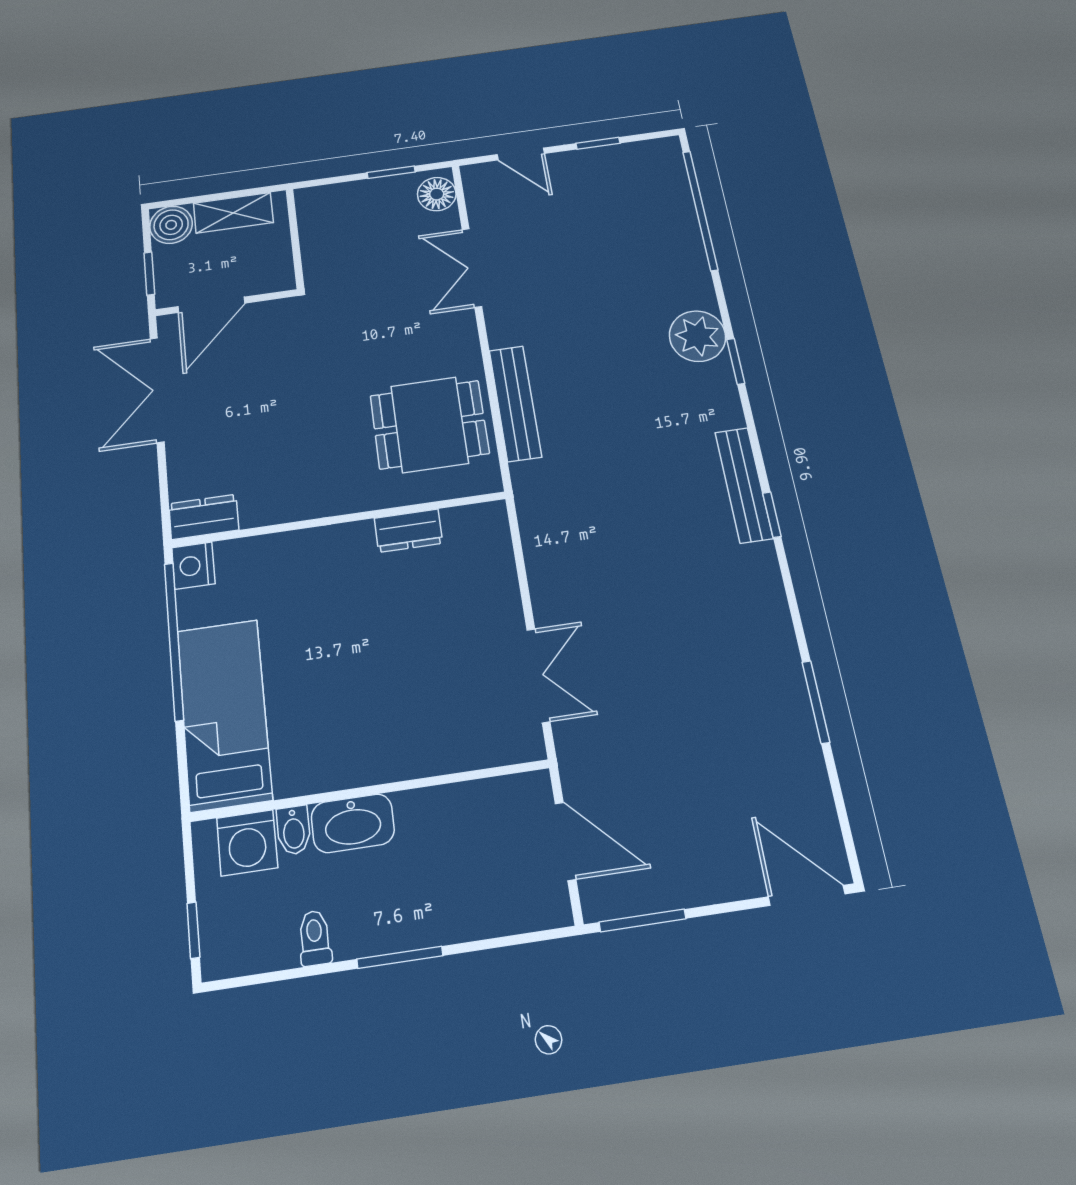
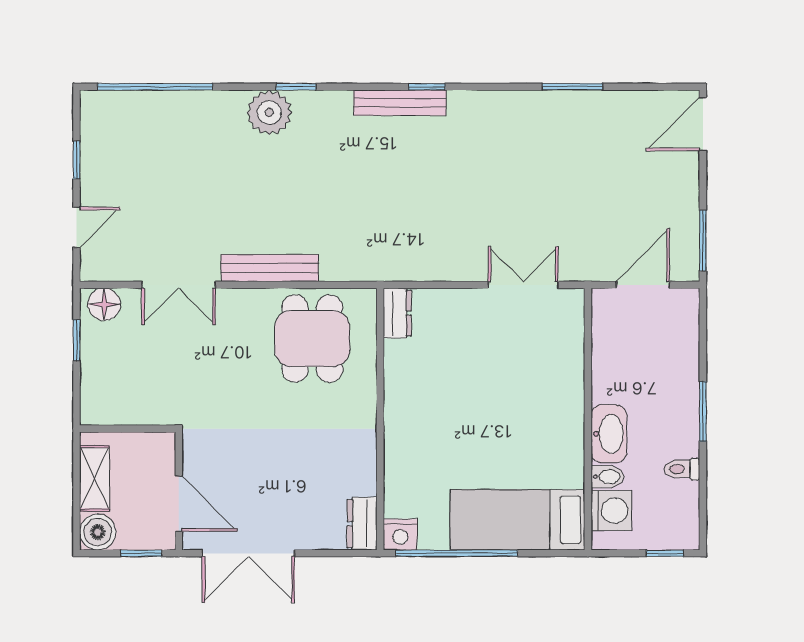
bench: (515, 403) -> (270, 268), moved
dresser: (408, 531) -> (397, 313), moved

